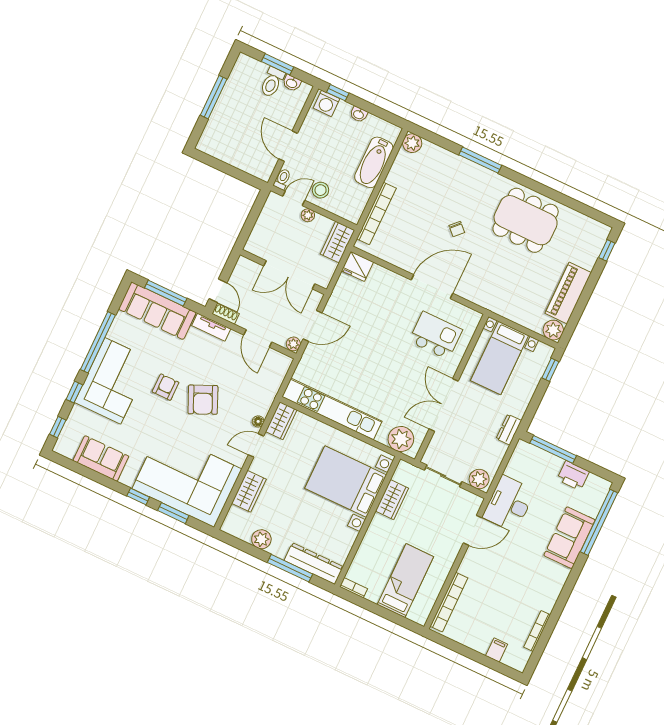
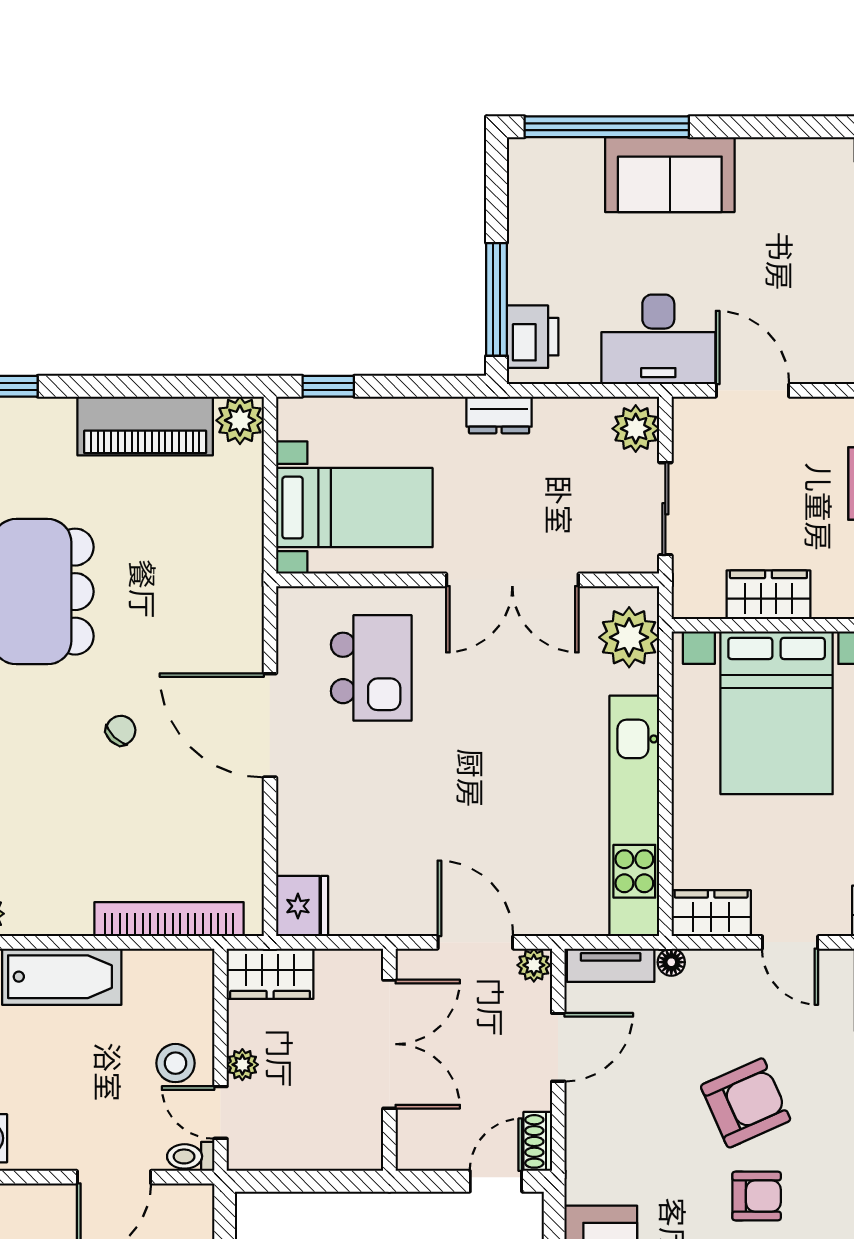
tv unit: (211, 327) -> (611, 965), moved, turned 90
kitchen island: (436, 336) -> (371, 668), turned 180
armchair: (166, 387) -> (757, 1196), turned 180
floor lamp: (258, 421) -> (671, 962), moved
printer: (573, 476) -> (533, 337), moved

